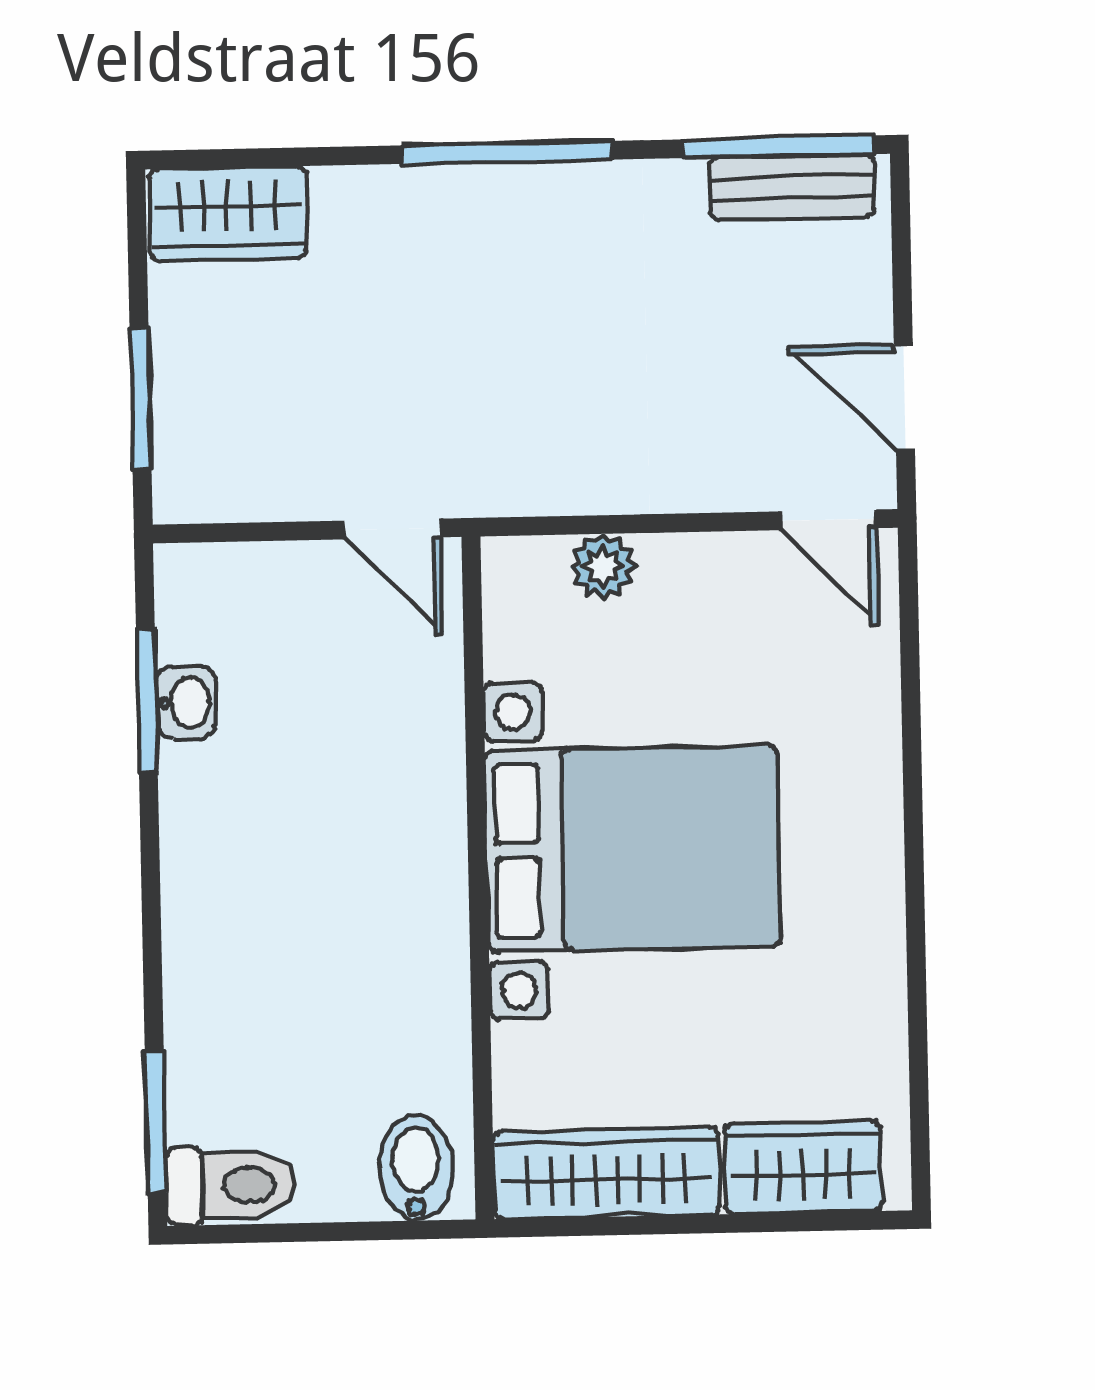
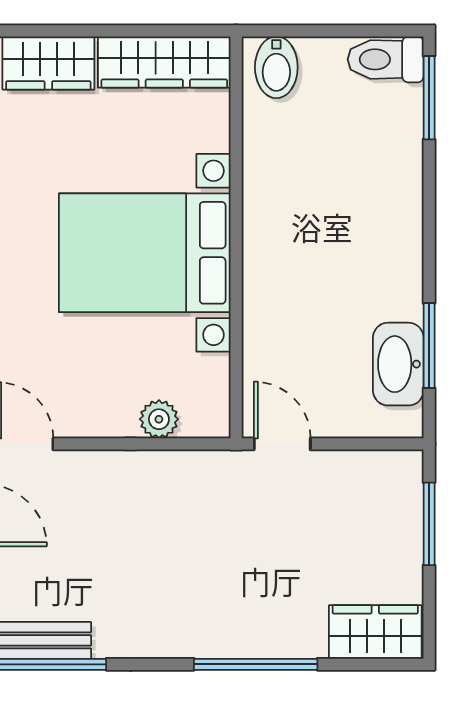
window: (507, 152) -> (256, 664), moved
washbasin: (186, 702) -> (398, 364), width x1.91, depth x1.45

